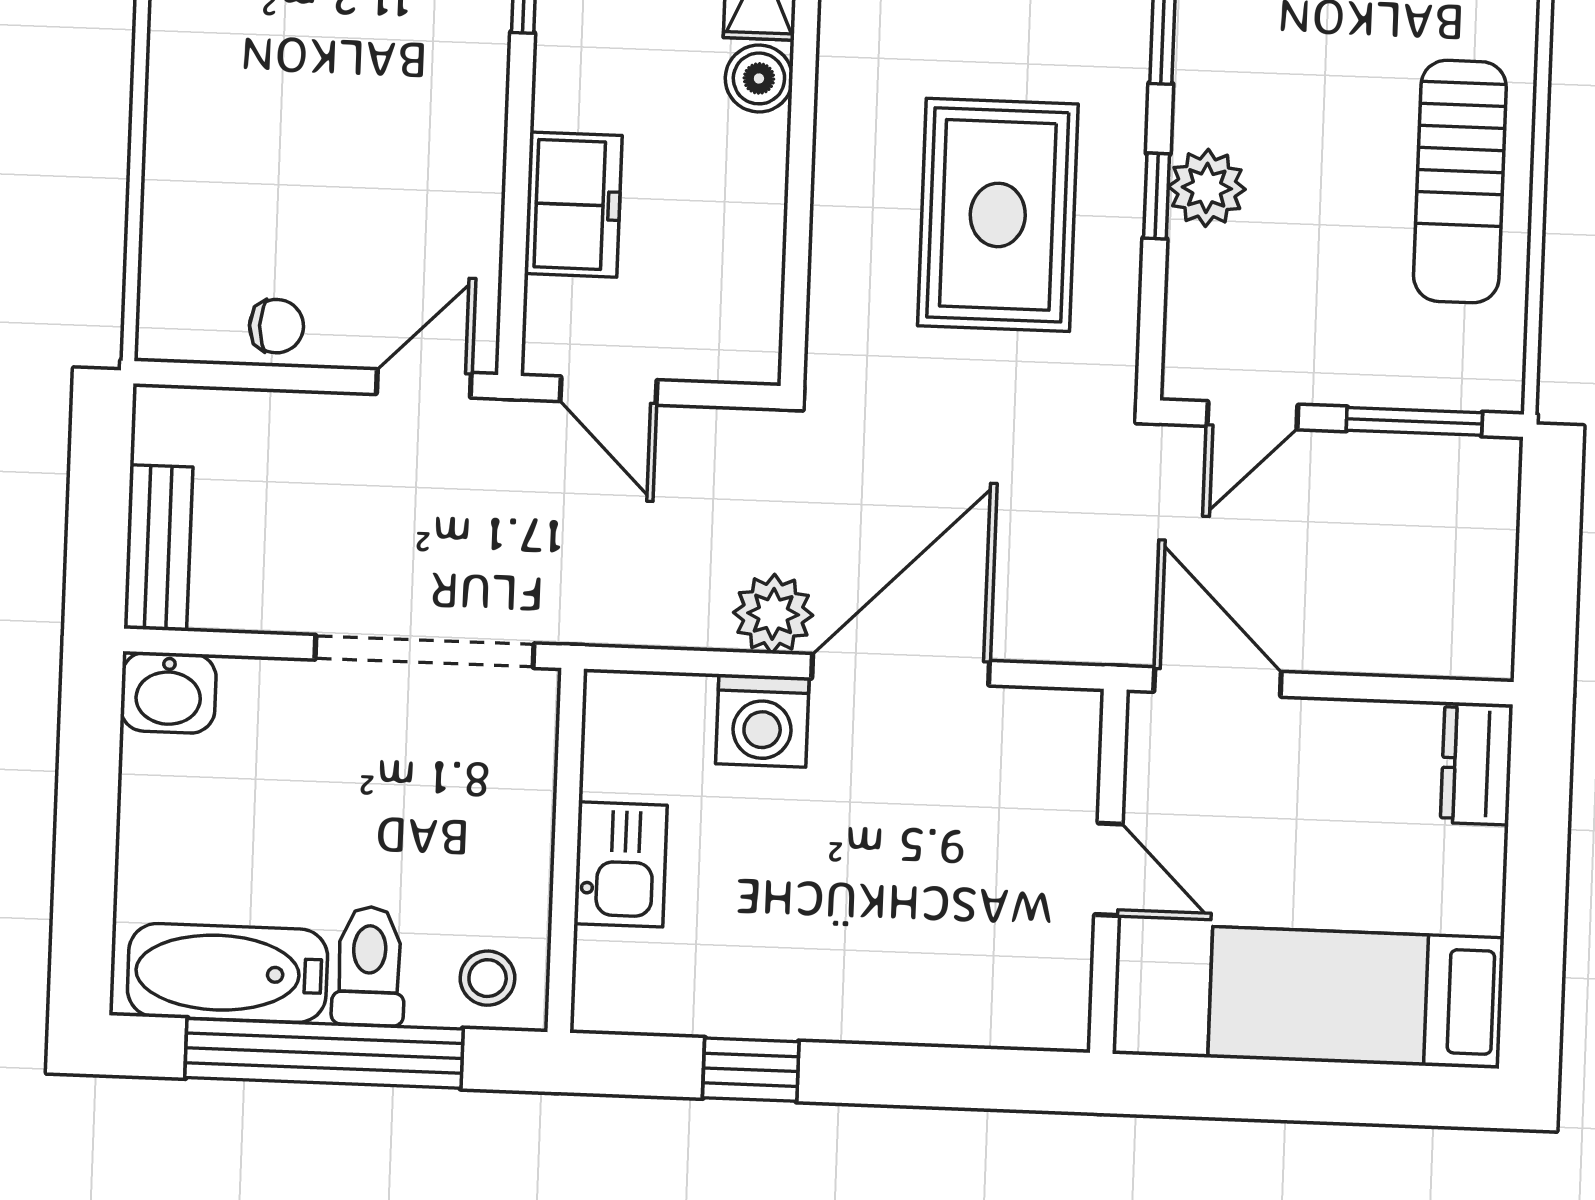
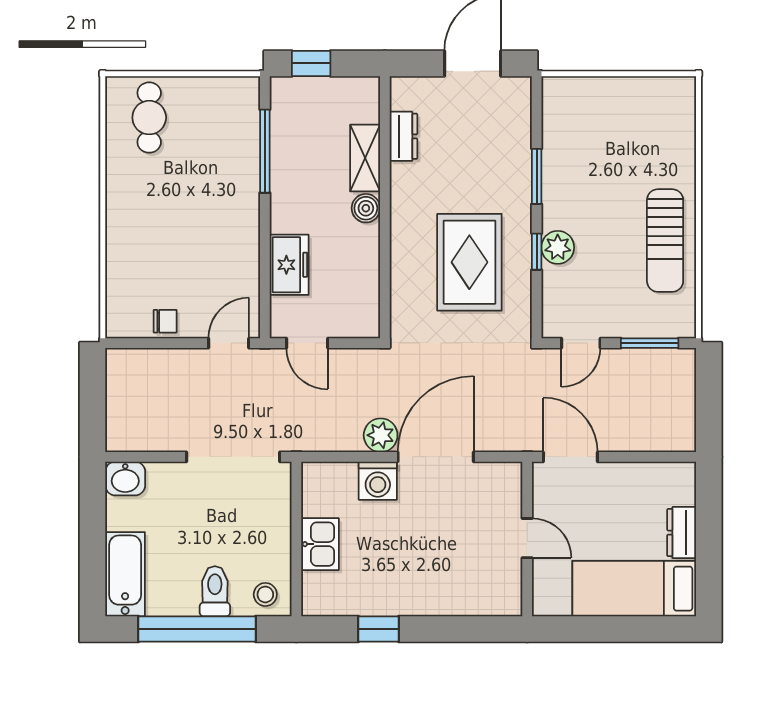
bench: (158, 548) -> (119, 417), removed
dresser: (1477, 763) -> (682, 533), moved
bathtub: (227, 973) -> (125, 574), moved, turned 90

